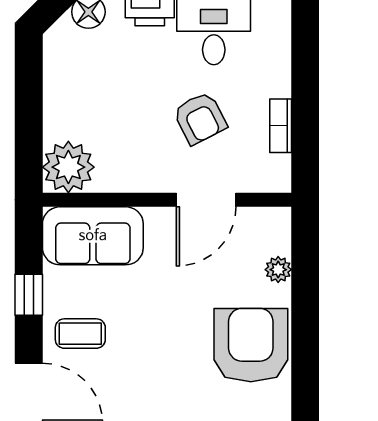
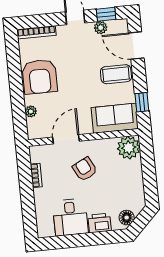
armchair: (200, 118) -> (85, 169), moved
window: (29, 295) -> (142, 102), moved
coffee table: (80, 334) -> (116, 74), width x1.36, depth x1.30

